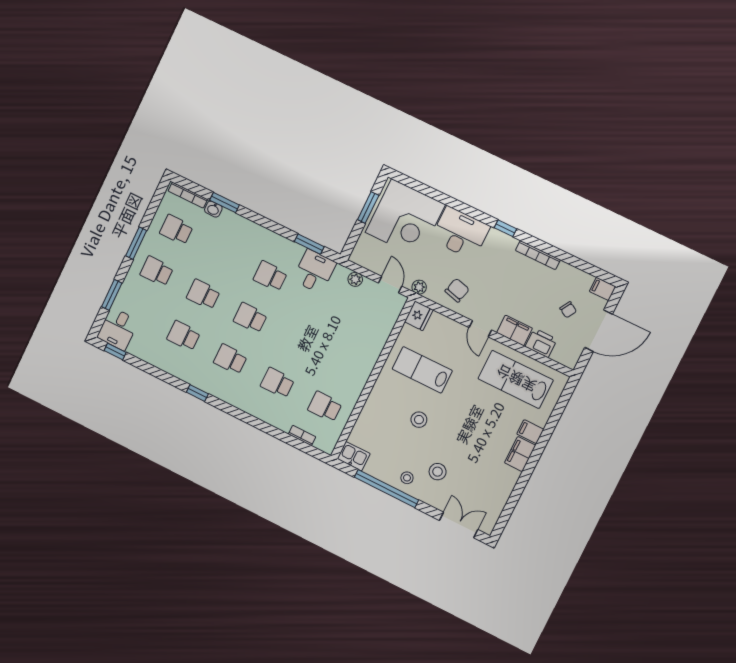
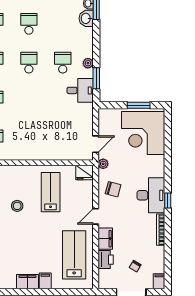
washbasin: (230, 221) -> (86, 18), added
desk: (460, 233) -> (151, 195), moved
plant: (355, 279) -> (88, 63), moved

